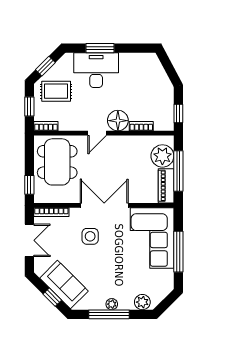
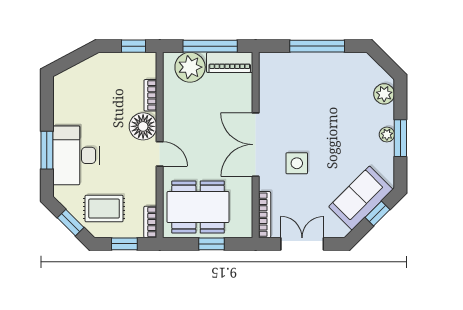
rug: (56, 91) -> (104, 209), turned 90
window: (29, 185) -> (211, 244), moved
corner sofa: (152, 238) -> (299, 81), removed
window: (109, 314) -> (400, 138), width x0.69

